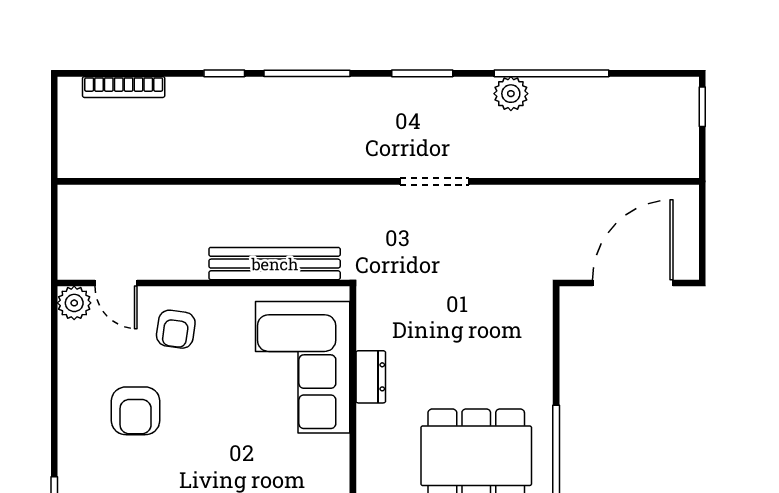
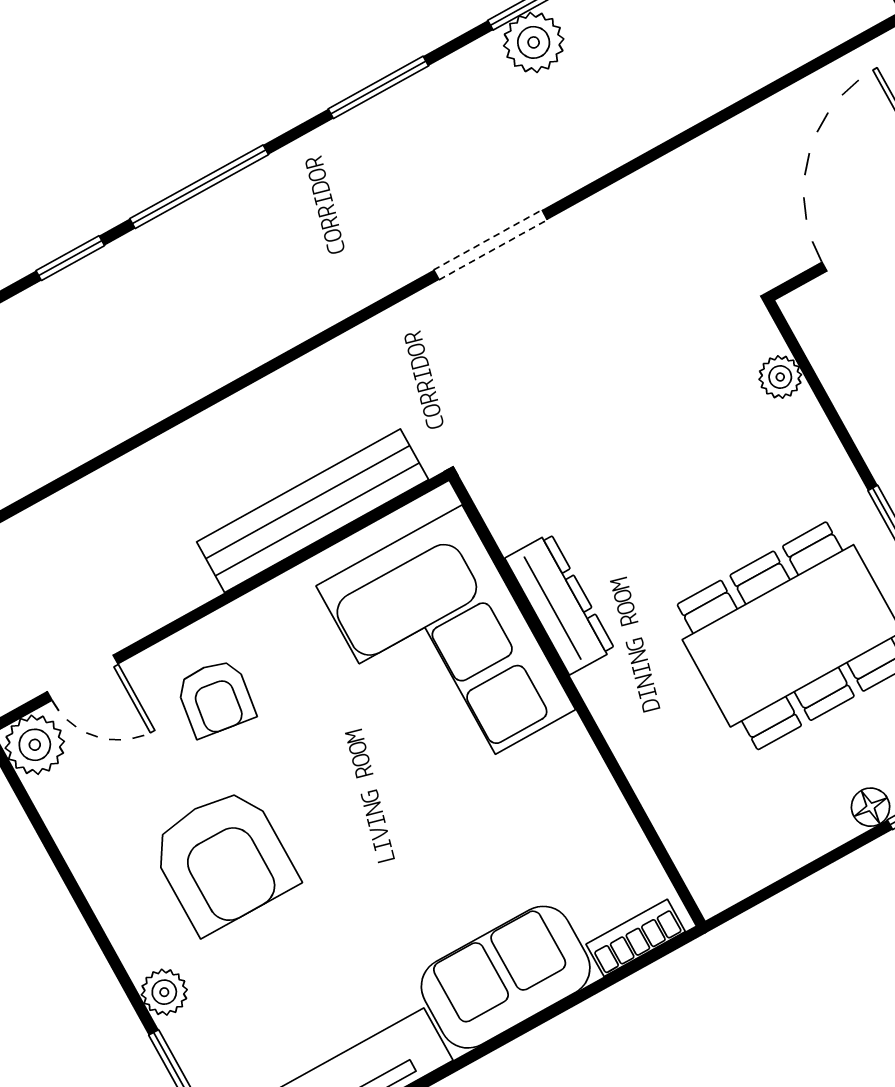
plant: (541, 325) -> (780, 377), added
dresser: (371, 377) -> (560, 604), width x1.44
armchair: (136, 411) -> (223, 860), width x1.36, depth x1.36
plant: (70, 460) -> (164, 992), added

